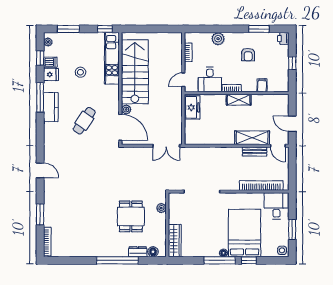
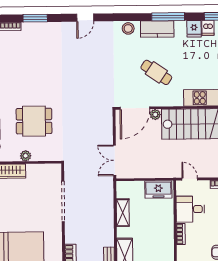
stool: (80, 72) -> (128, 28), moved
shelving: (239, 100) -> (123, 213), moved
cafe table: (84, 121) -> (156, 72), moved
plant: (161, 208) -> (26, 156), moved

